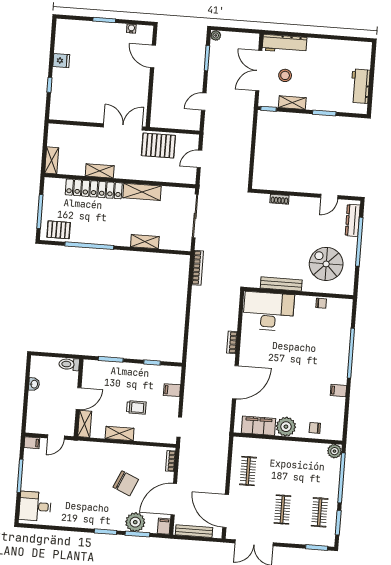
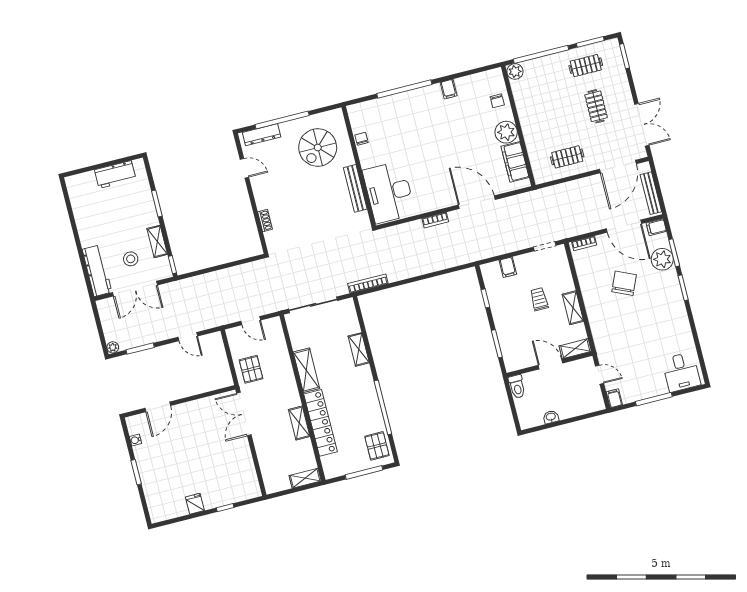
pallet: (158, 146) -> (251, 369), width x0.67, depth x0.71
clothes rail: (282, 510) -> (596, 106), turned 90

